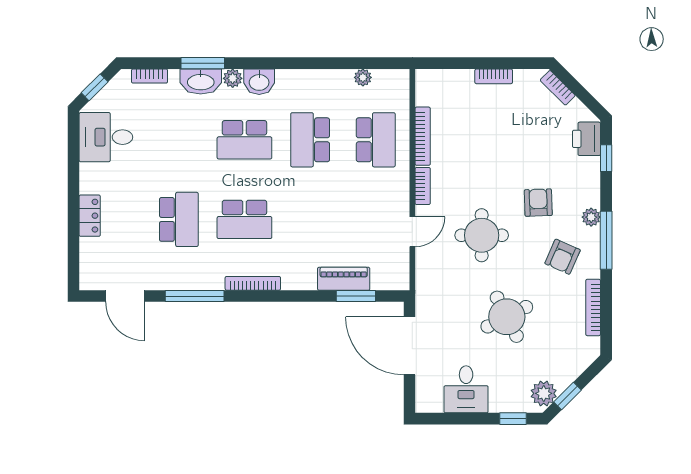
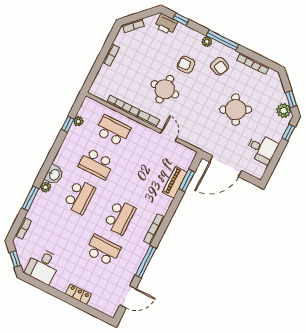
window: (350, 63) -> (68, 124), added
washbasin: (201, 81) -> (39, 204), removed
round table: (482, 235) -> (165, 89), moved

